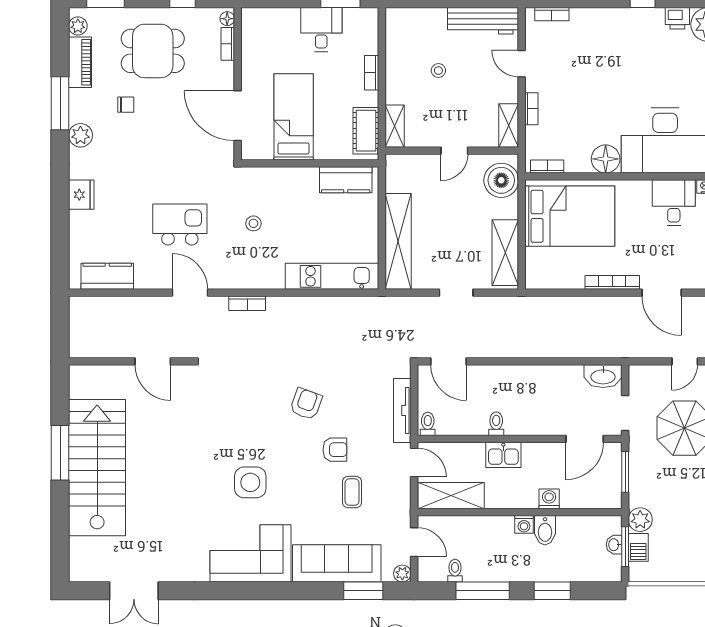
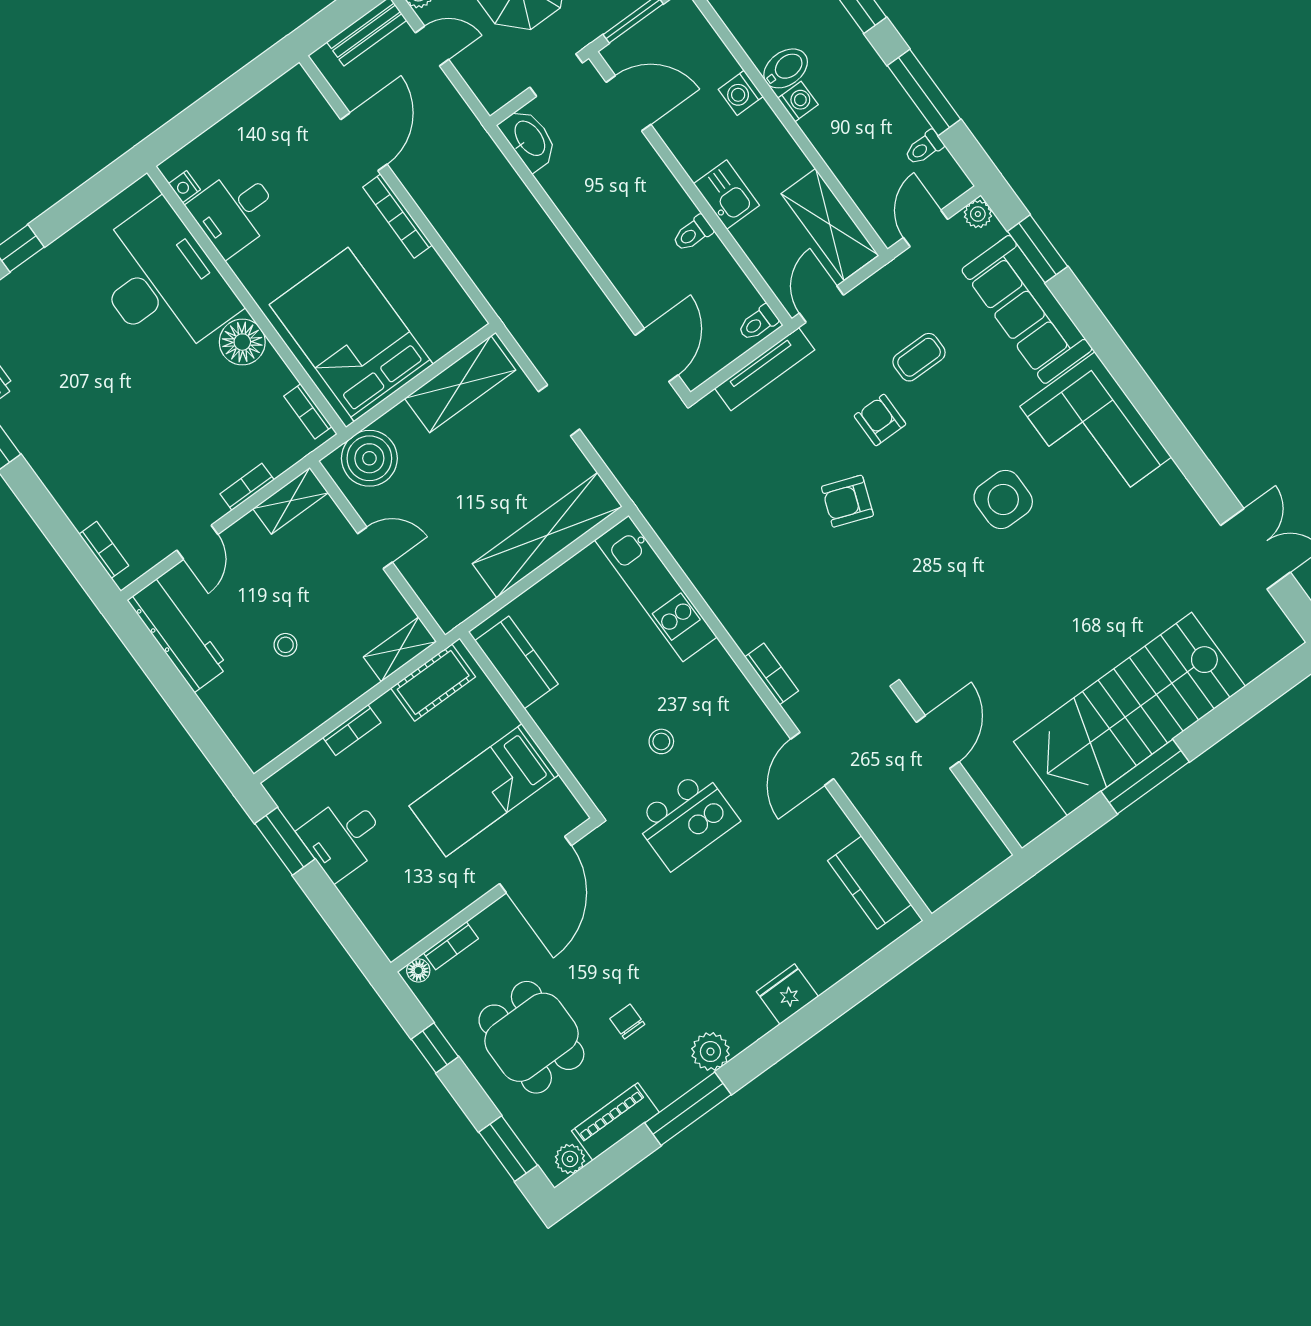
kitchen island: (180, 225) -> (686, 820), moved, turned -90

